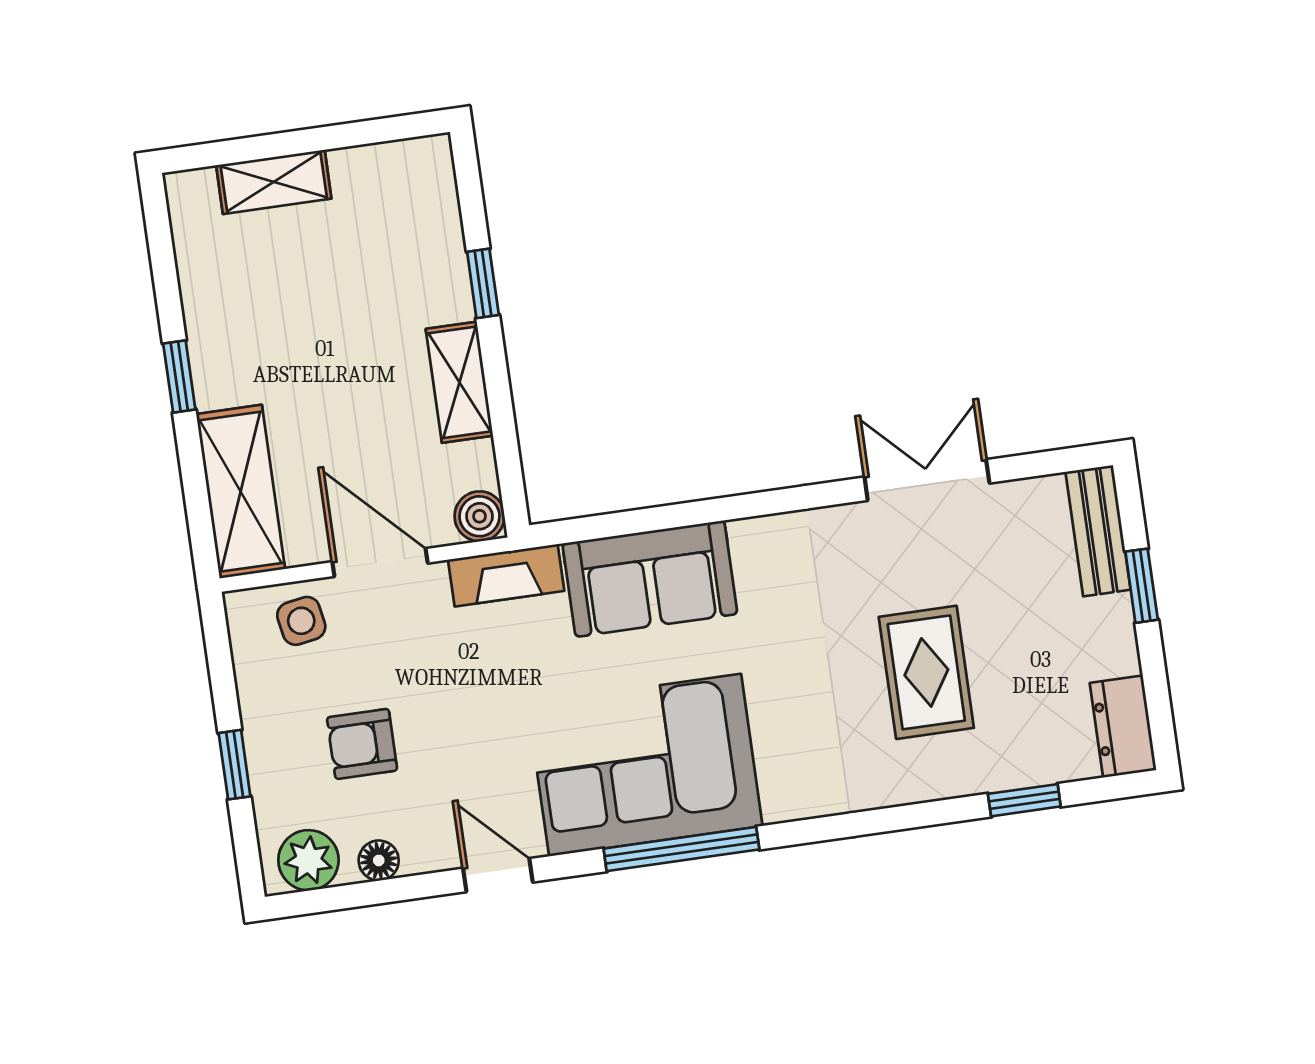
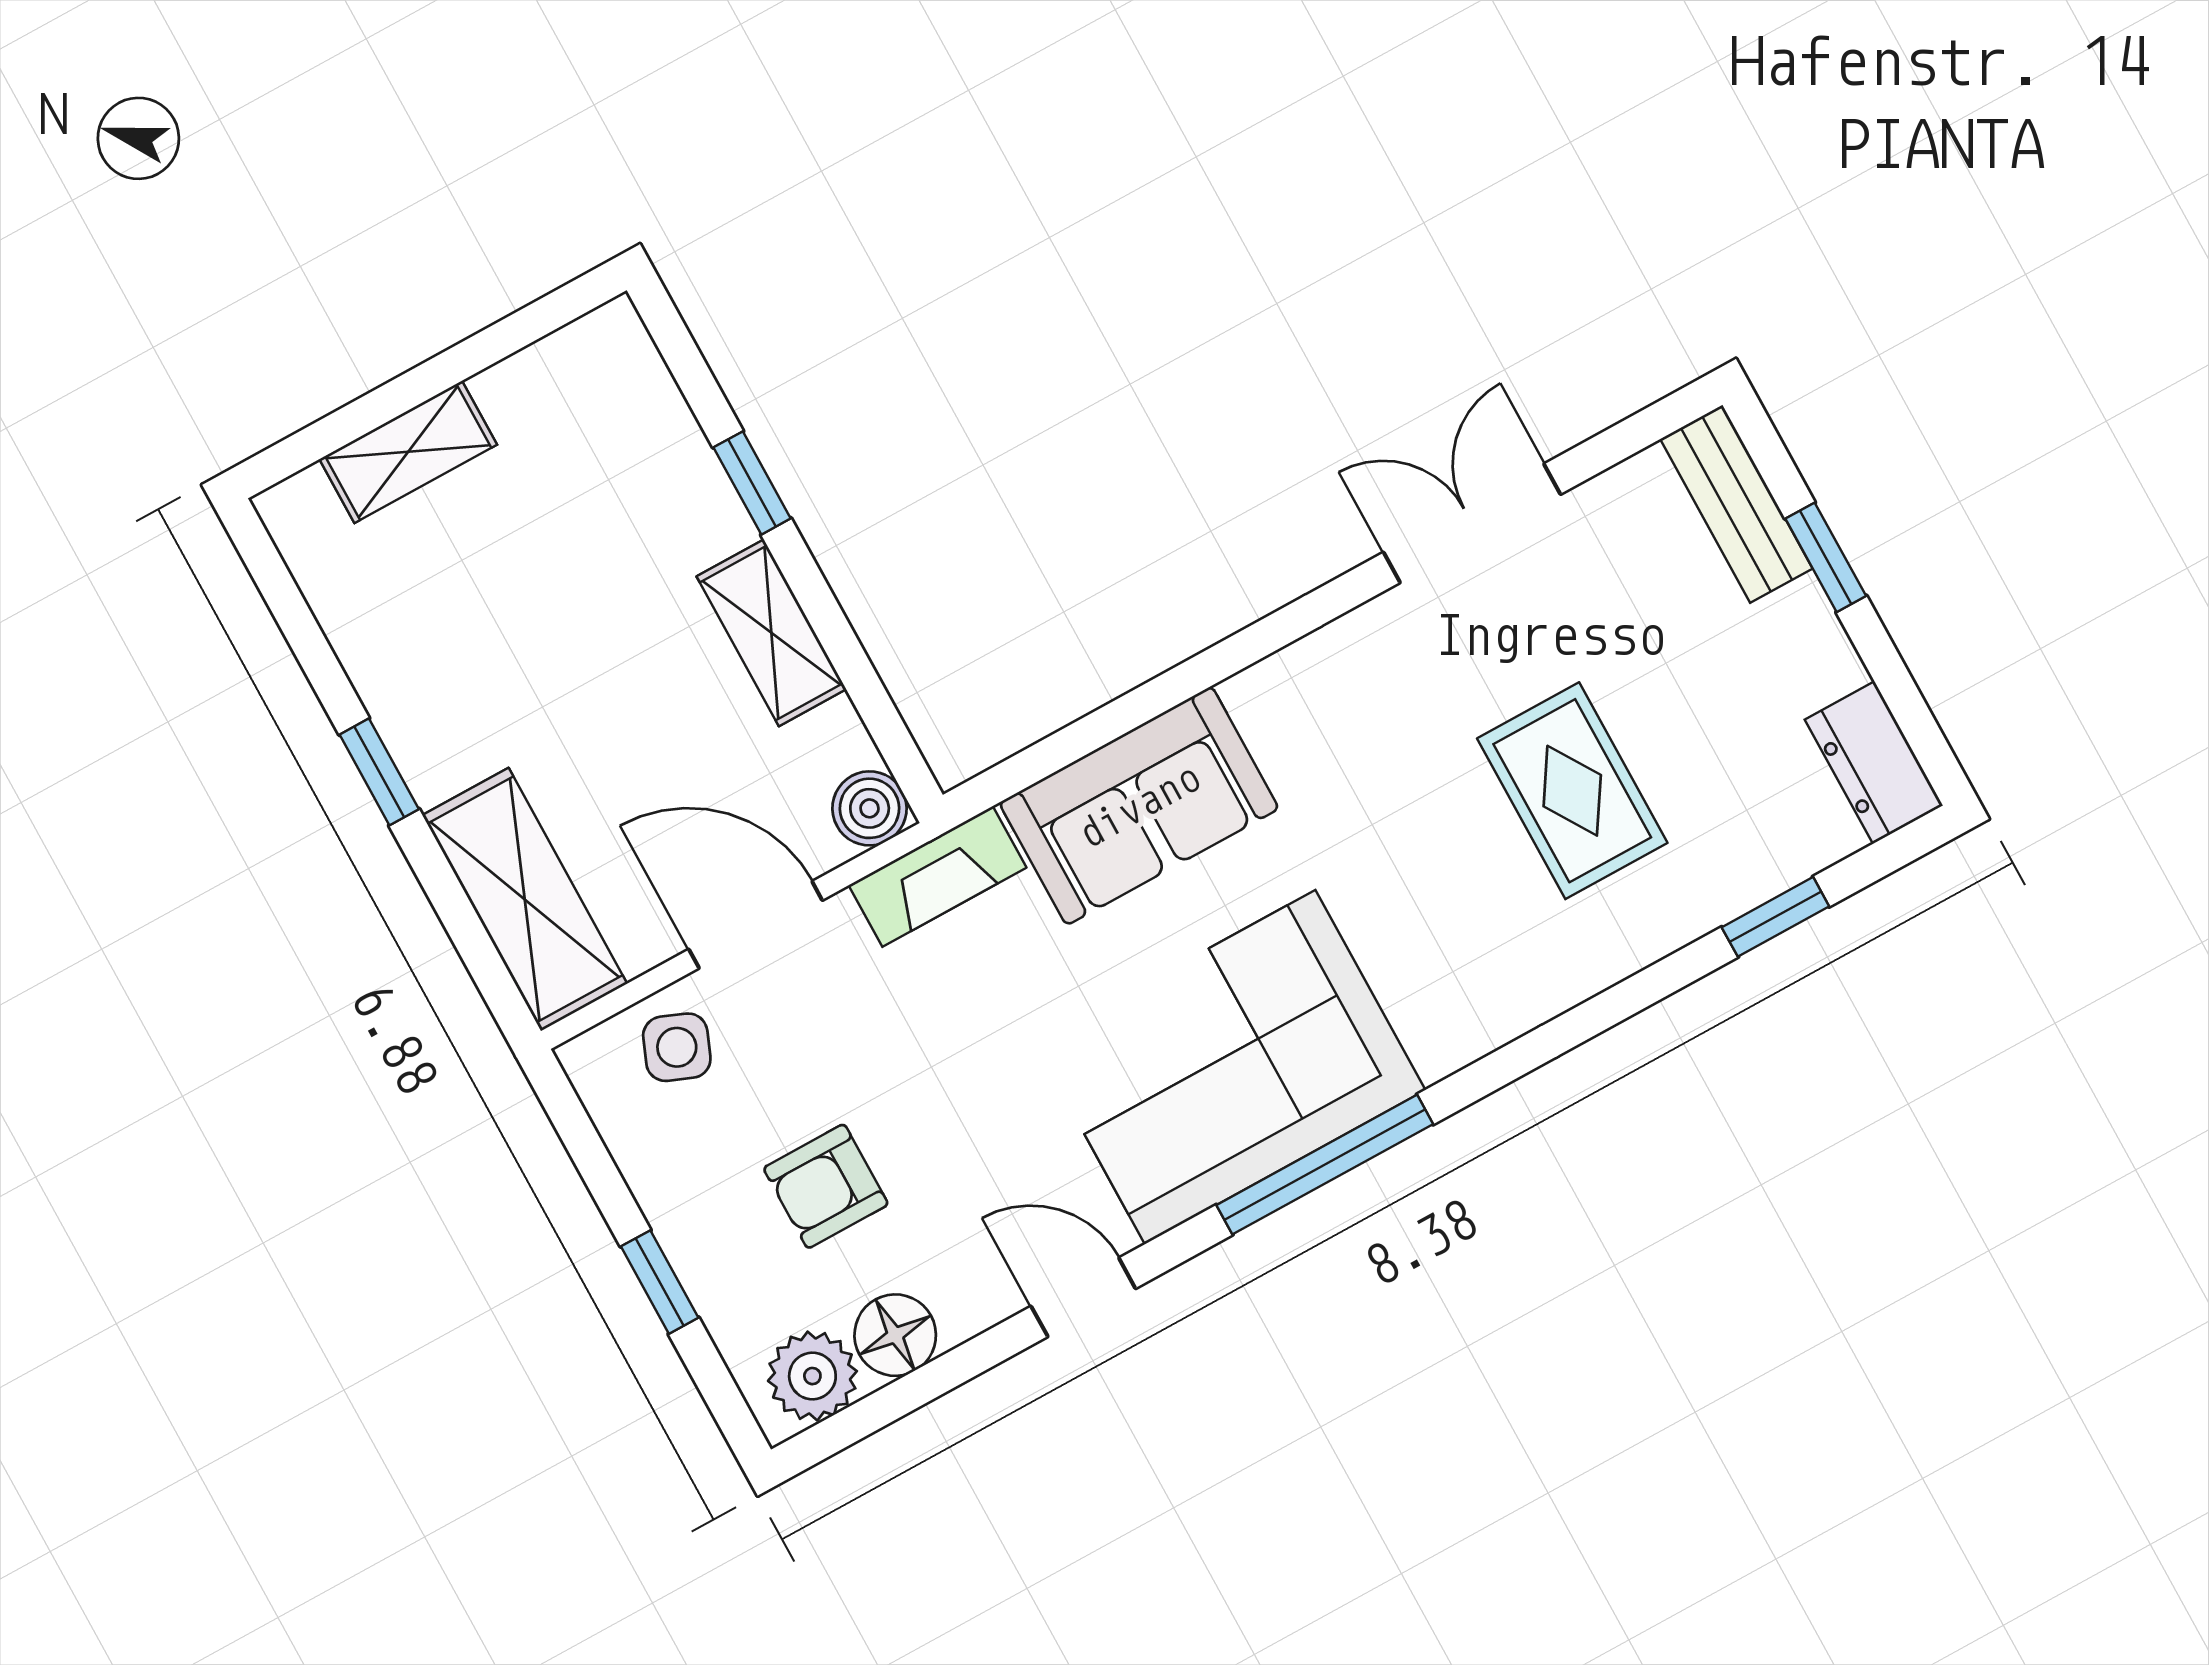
side table: (301, 621) -> (677, 1047), turned 32
floor lamp: (379, 860) -> (895, 1335), width x1.37, depth x1.37

